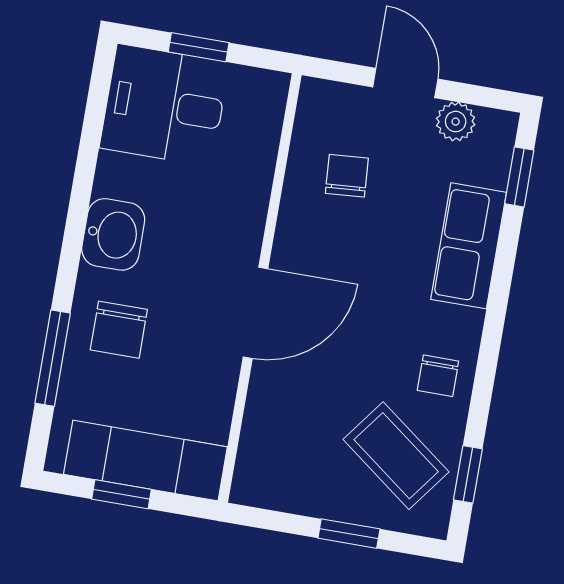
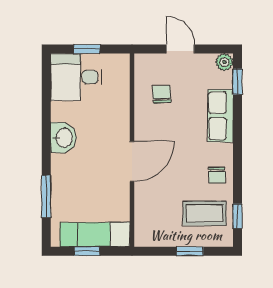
plant: (456, 122) -> (224, 62), moved
chair: (119, 330) -> (73, 179), removed
coffee table: (396, 456) -> (205, 213), turned -37

